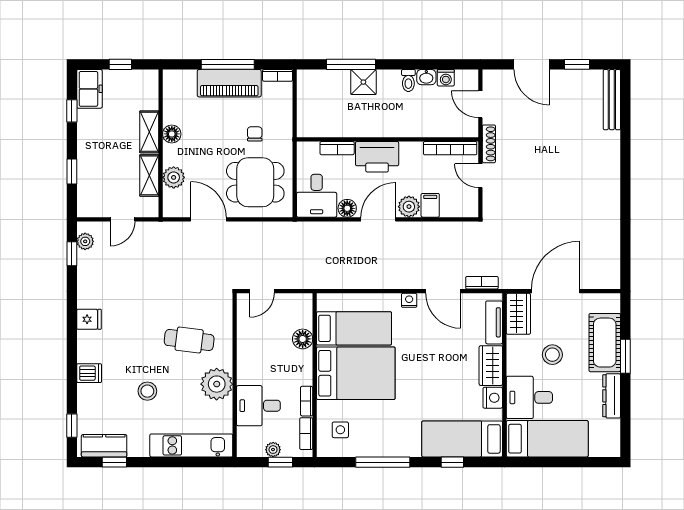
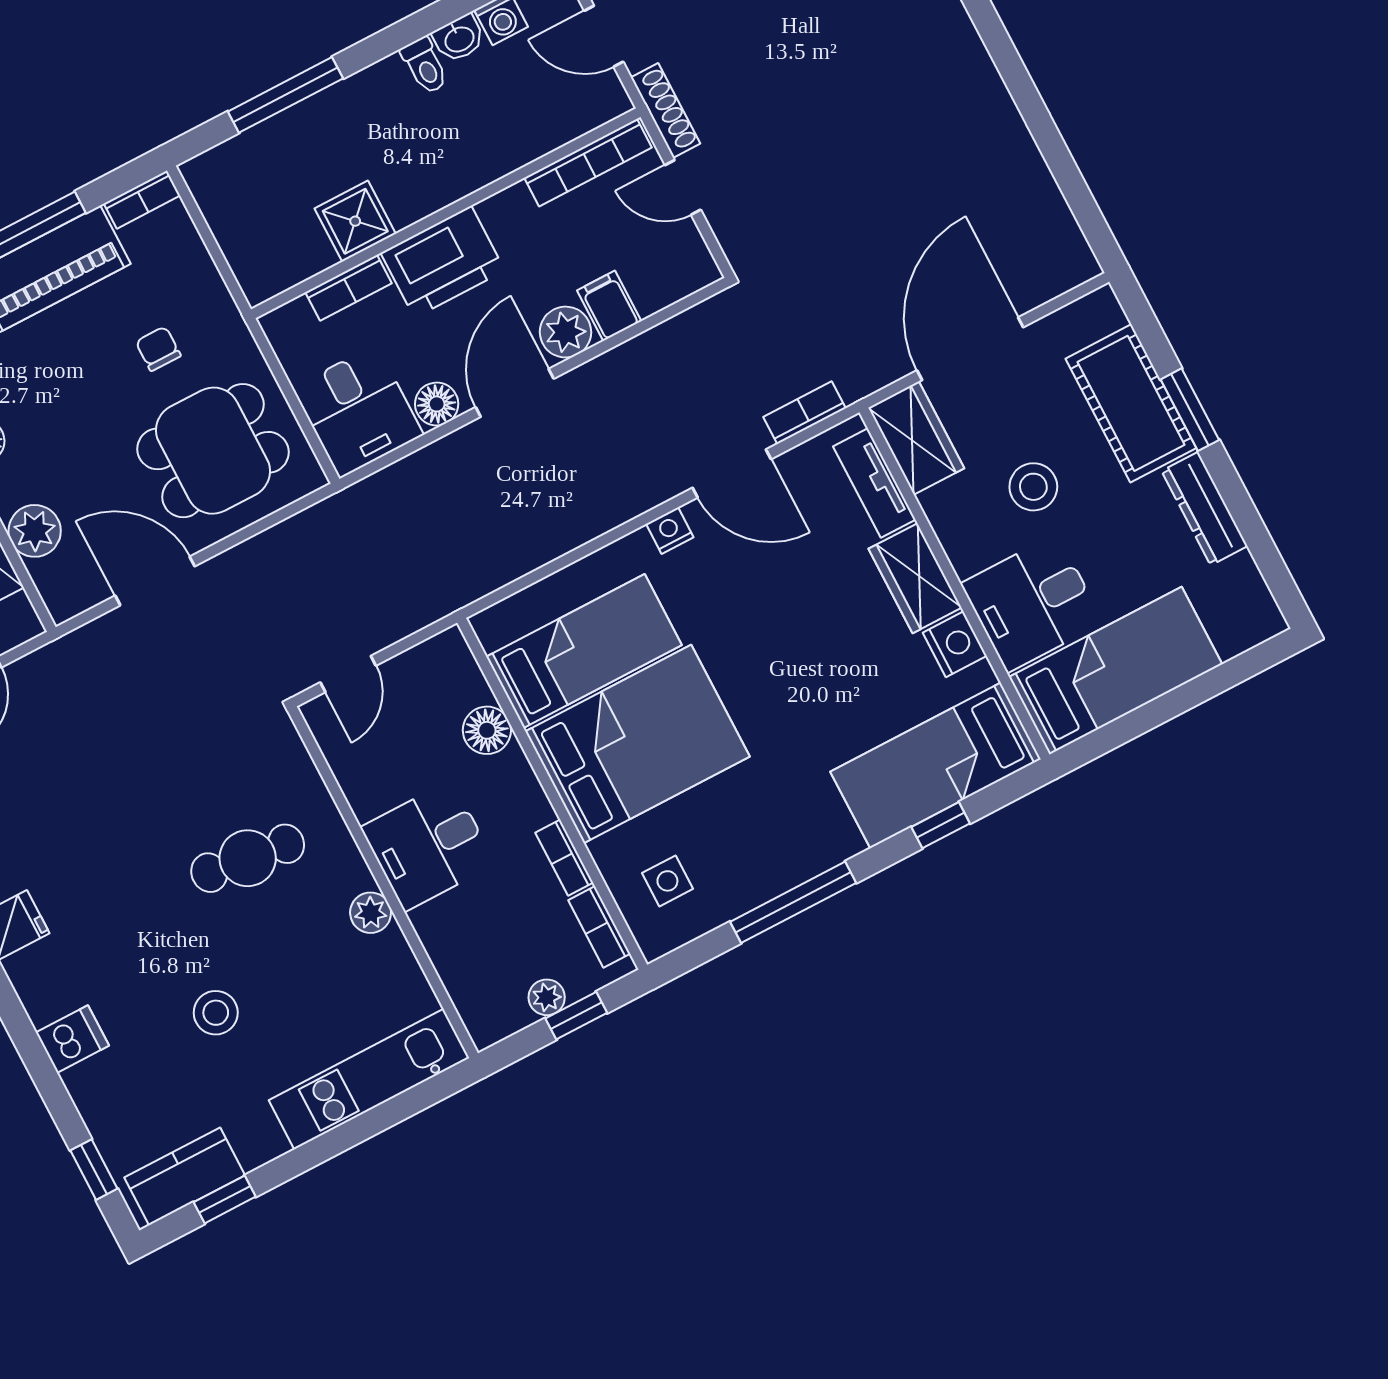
shower: (363, 82) -> (355, 221), moved
plant: (217, 384) -> (371, 913), width x0.53, depth x0.53
desk: (258, 406) -> (428, 846), moved

